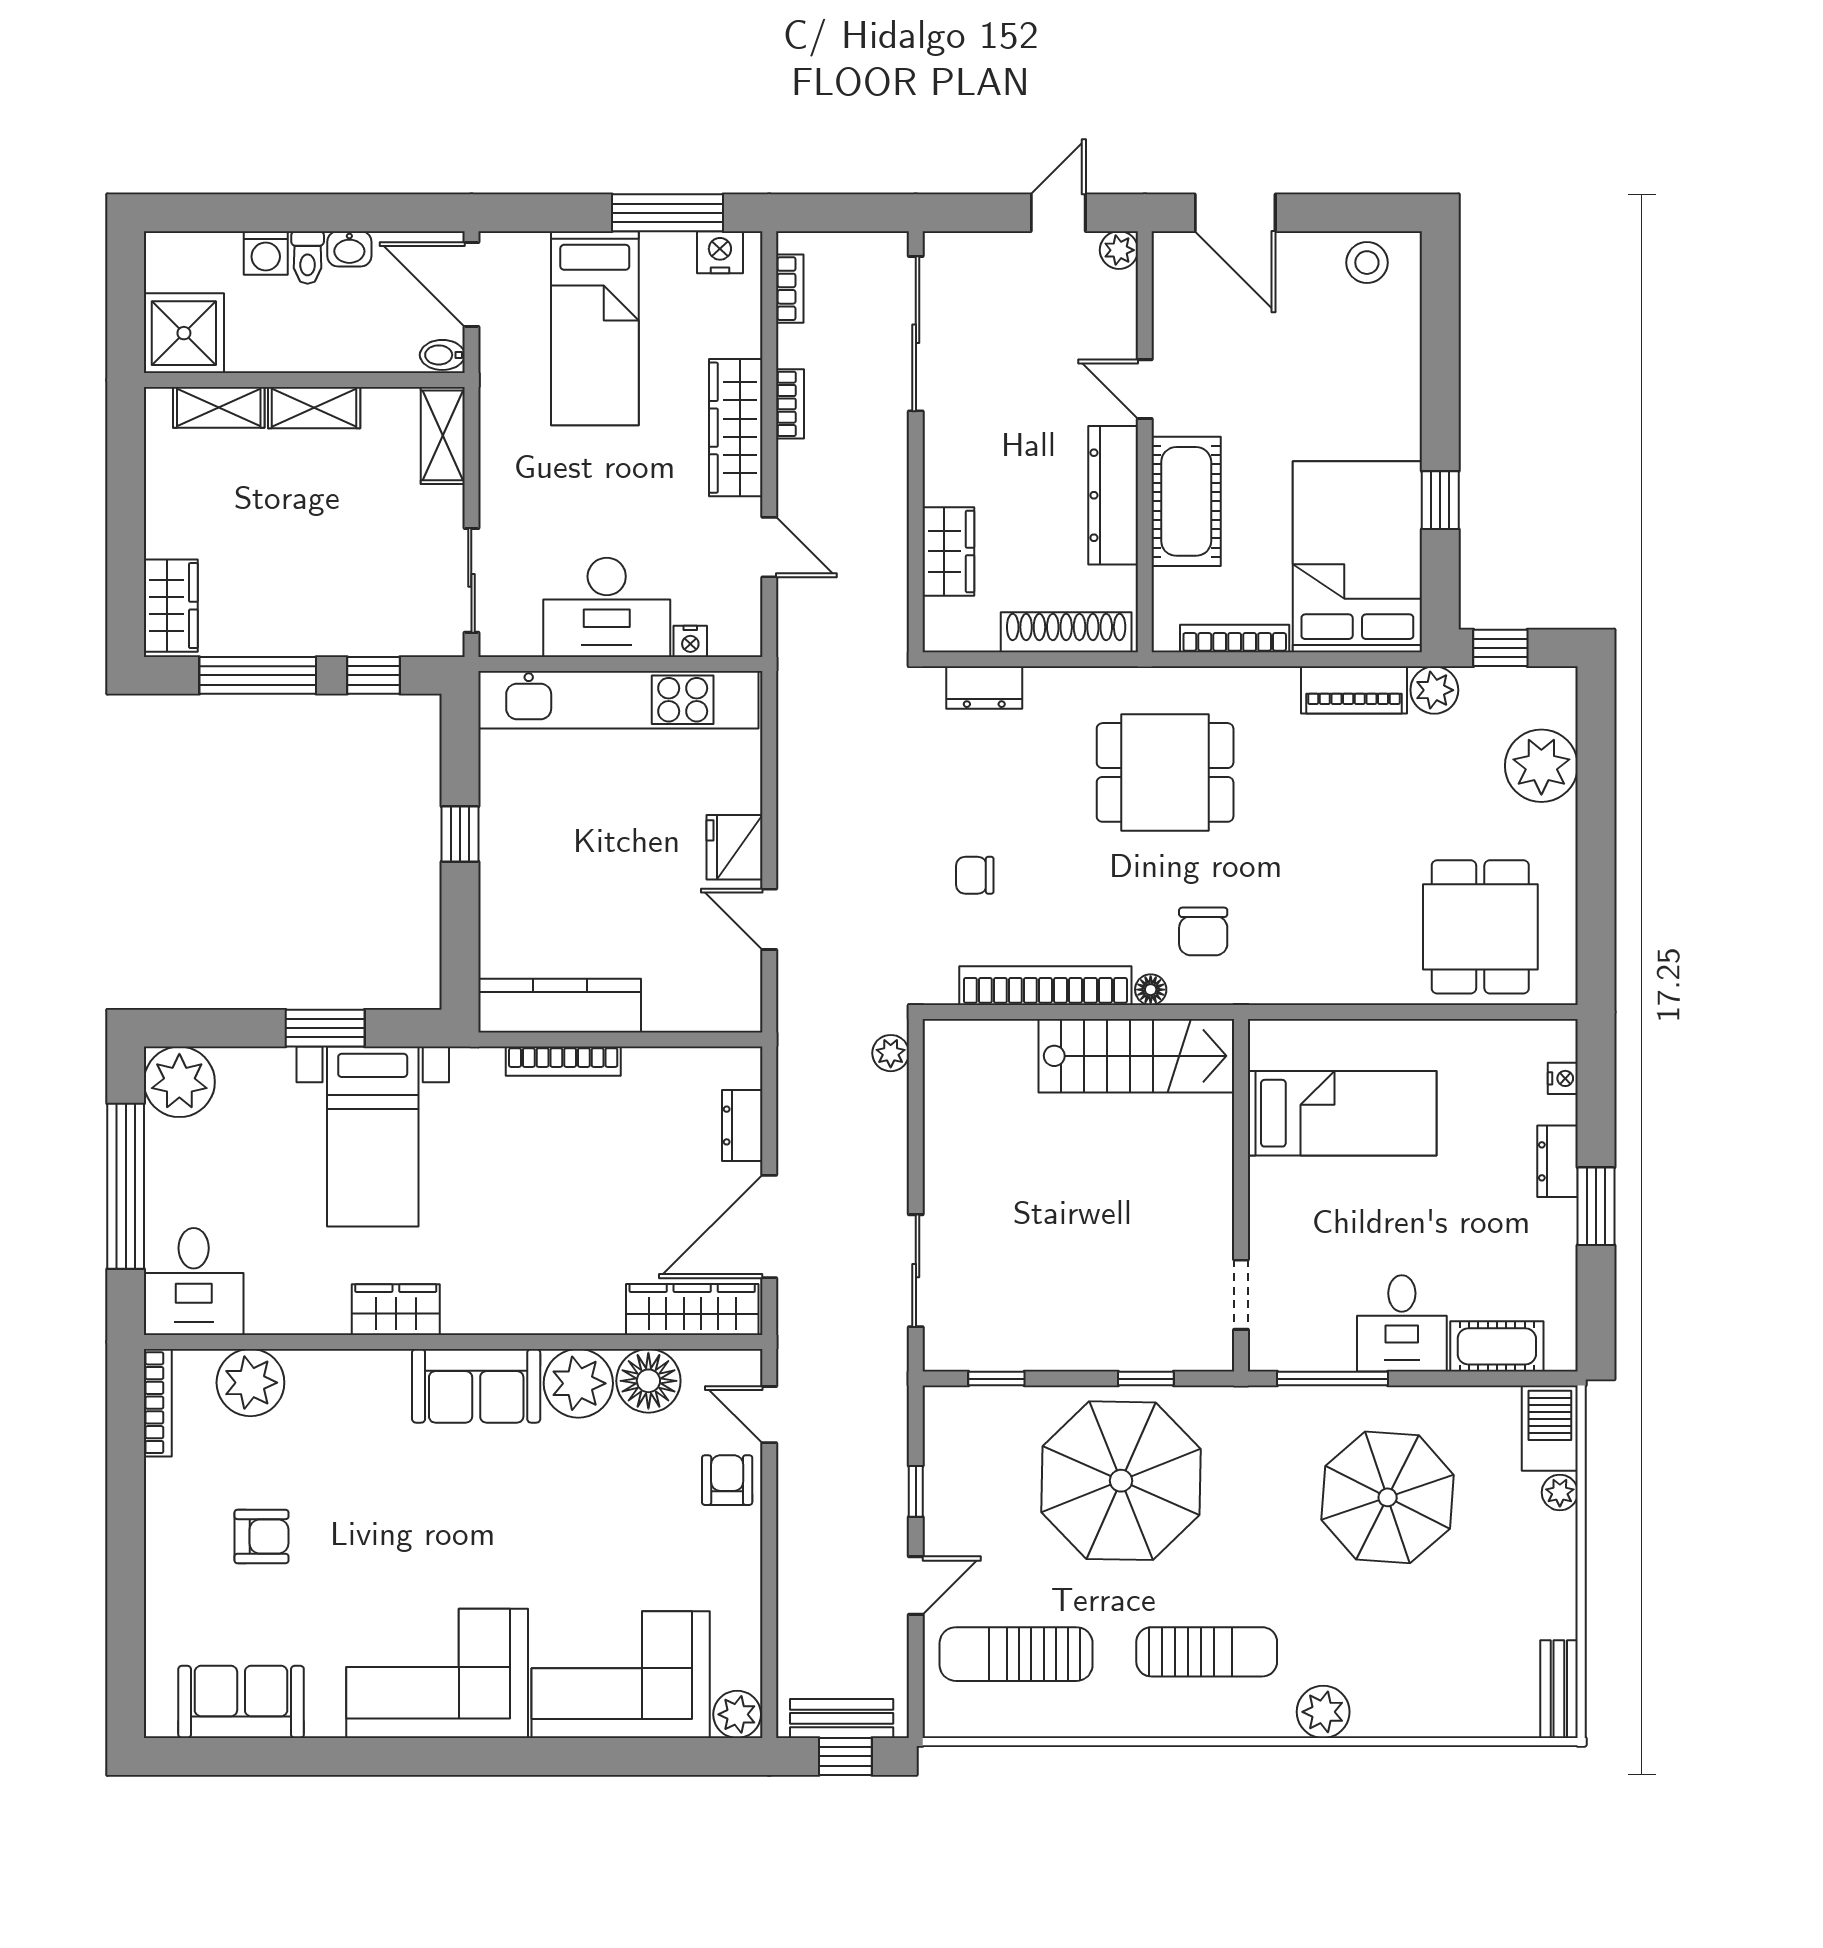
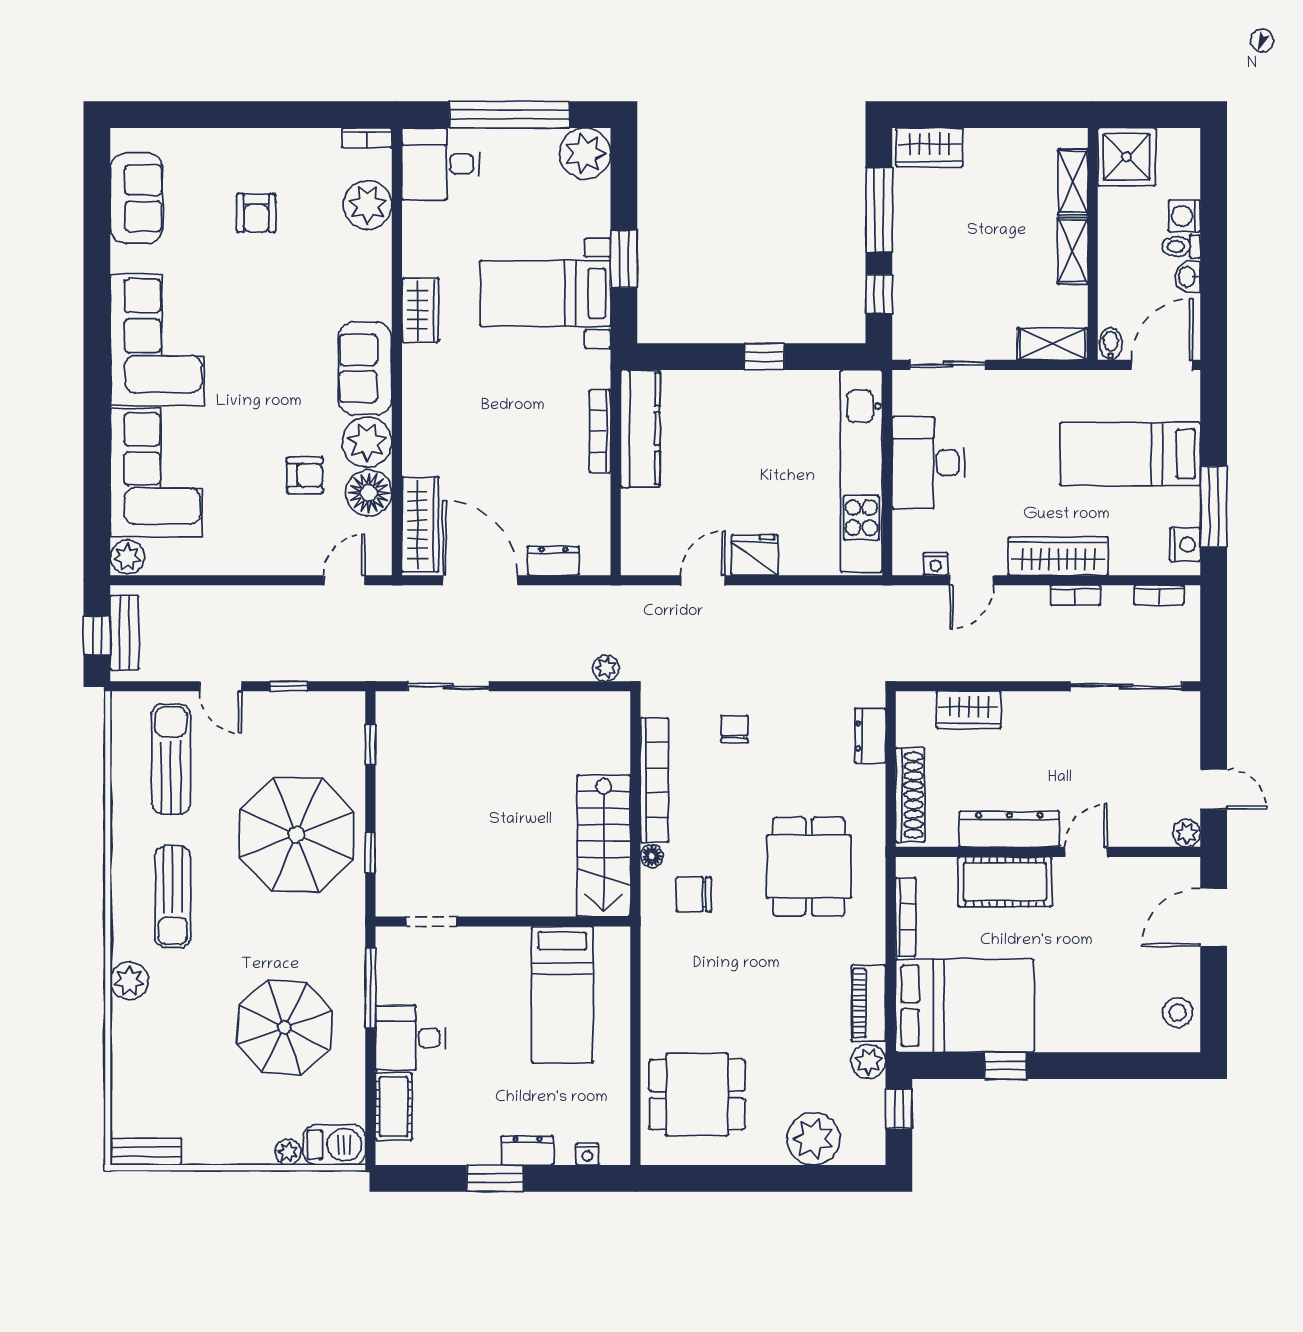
nightstand: (690, 641) -> (936, 564), moved, turned -90
bookcase: (158, 1403) -> (367, 138), width x0.64
armchair: (727, 1480) -> (305, 475), moved

